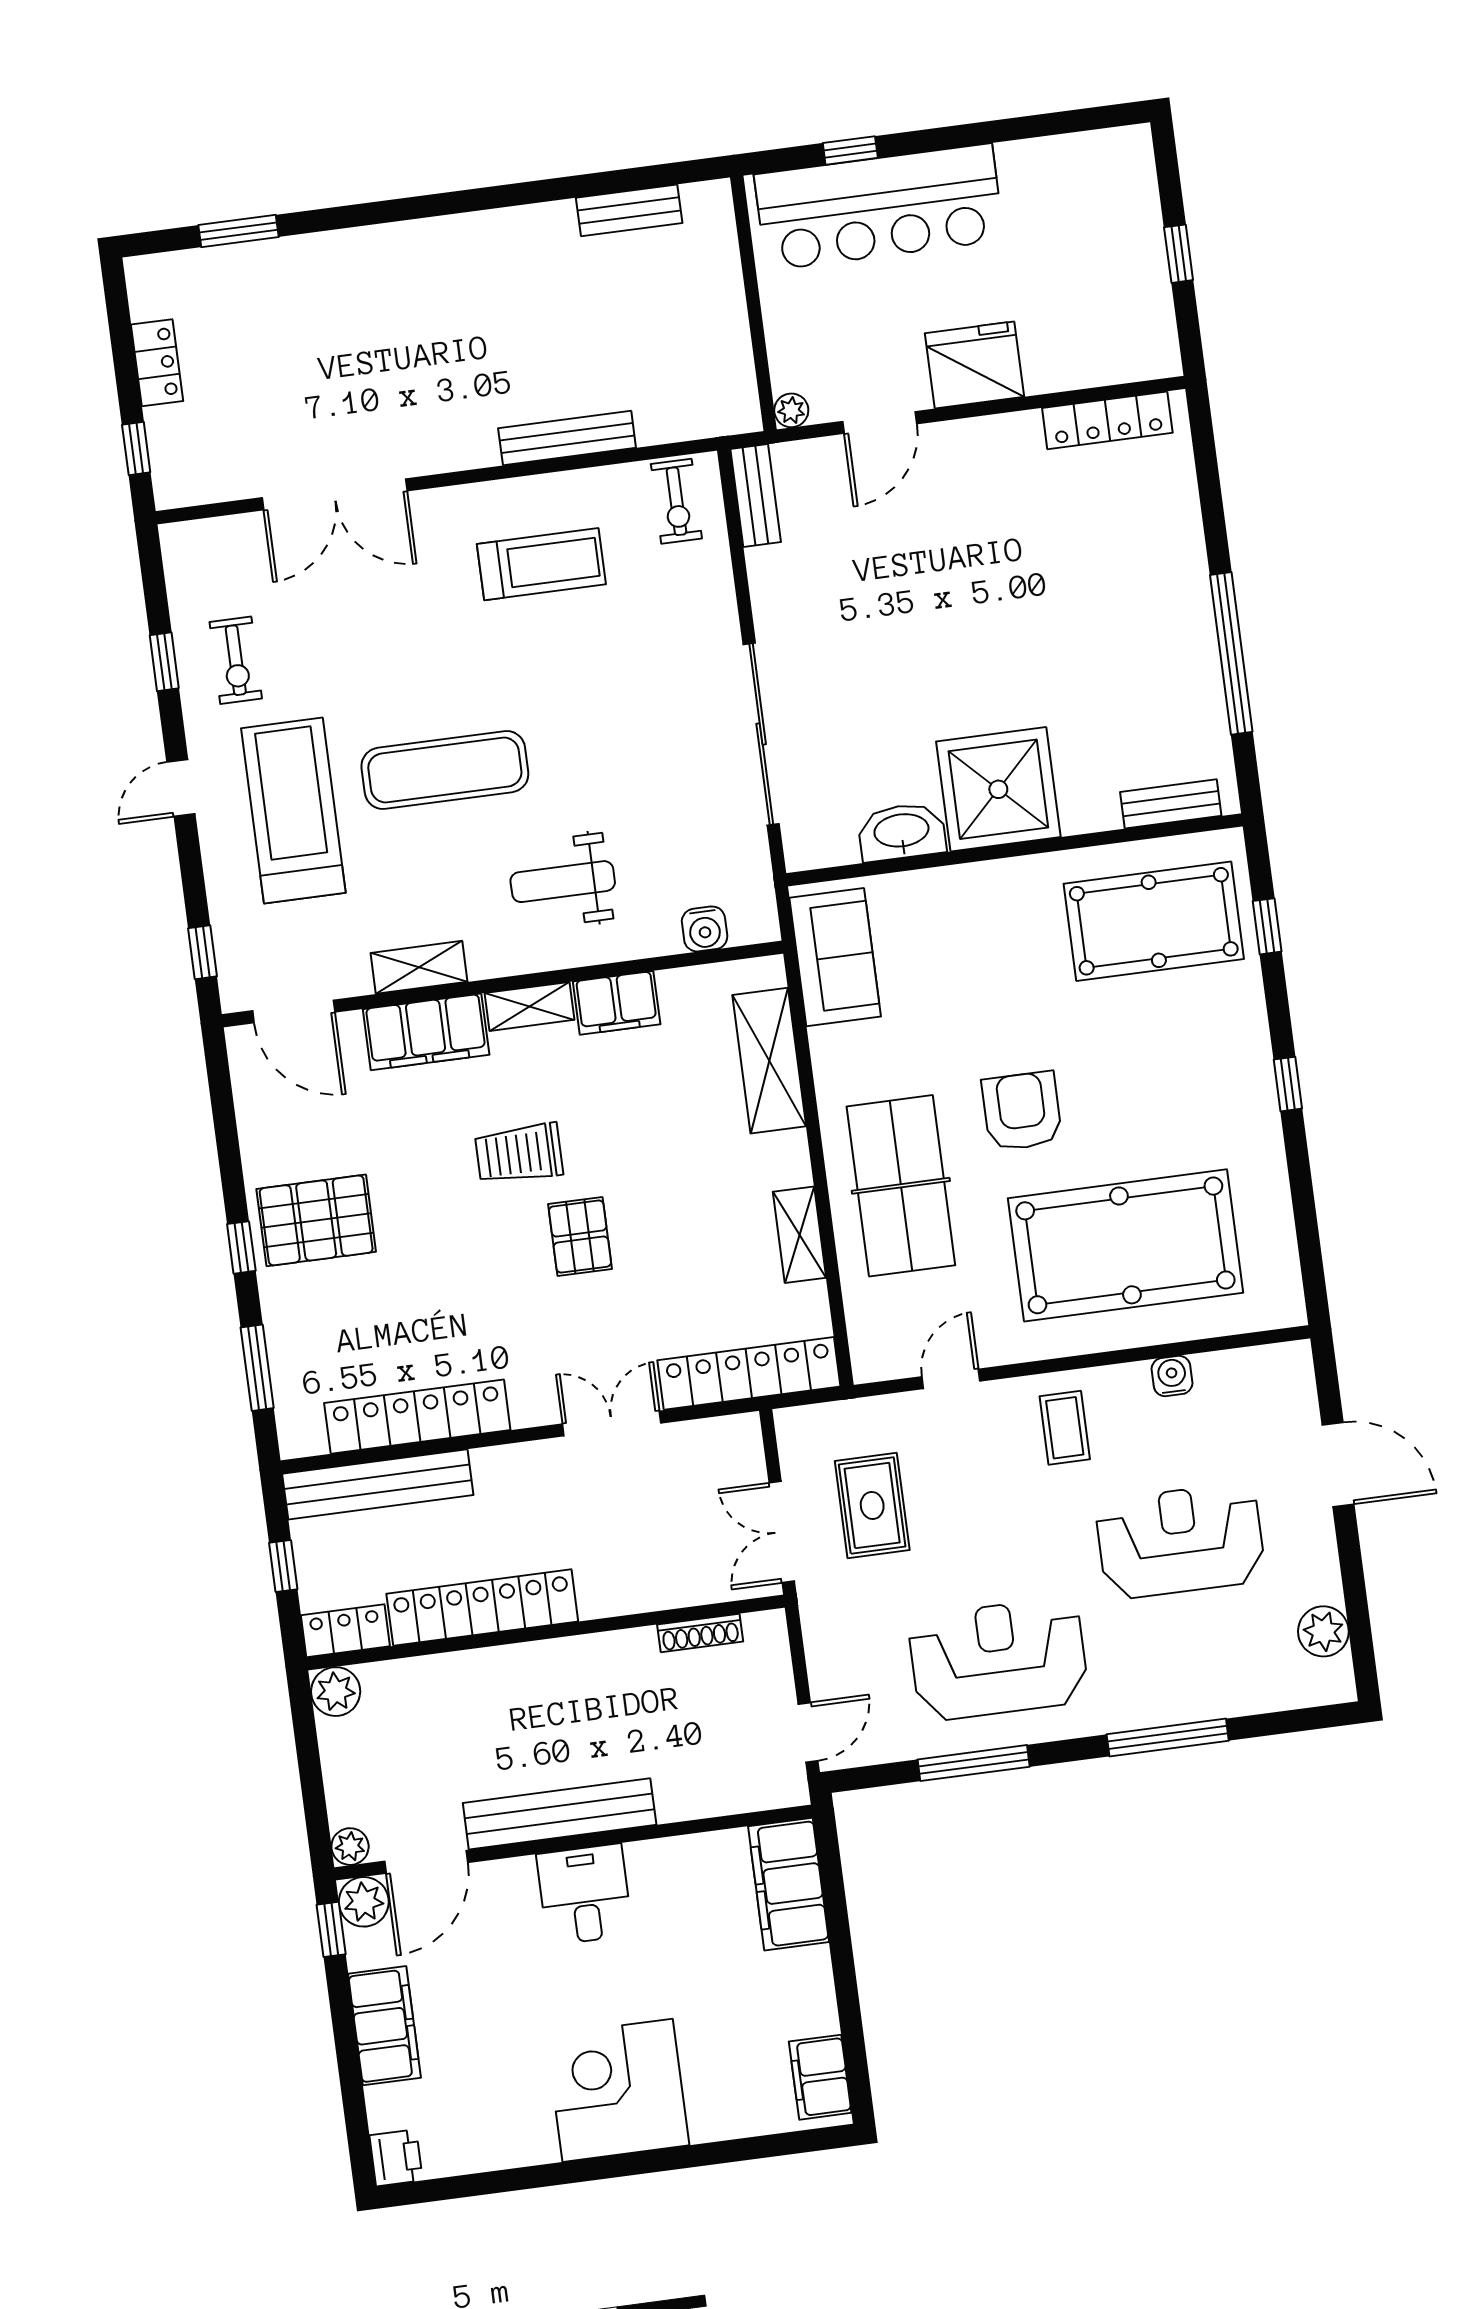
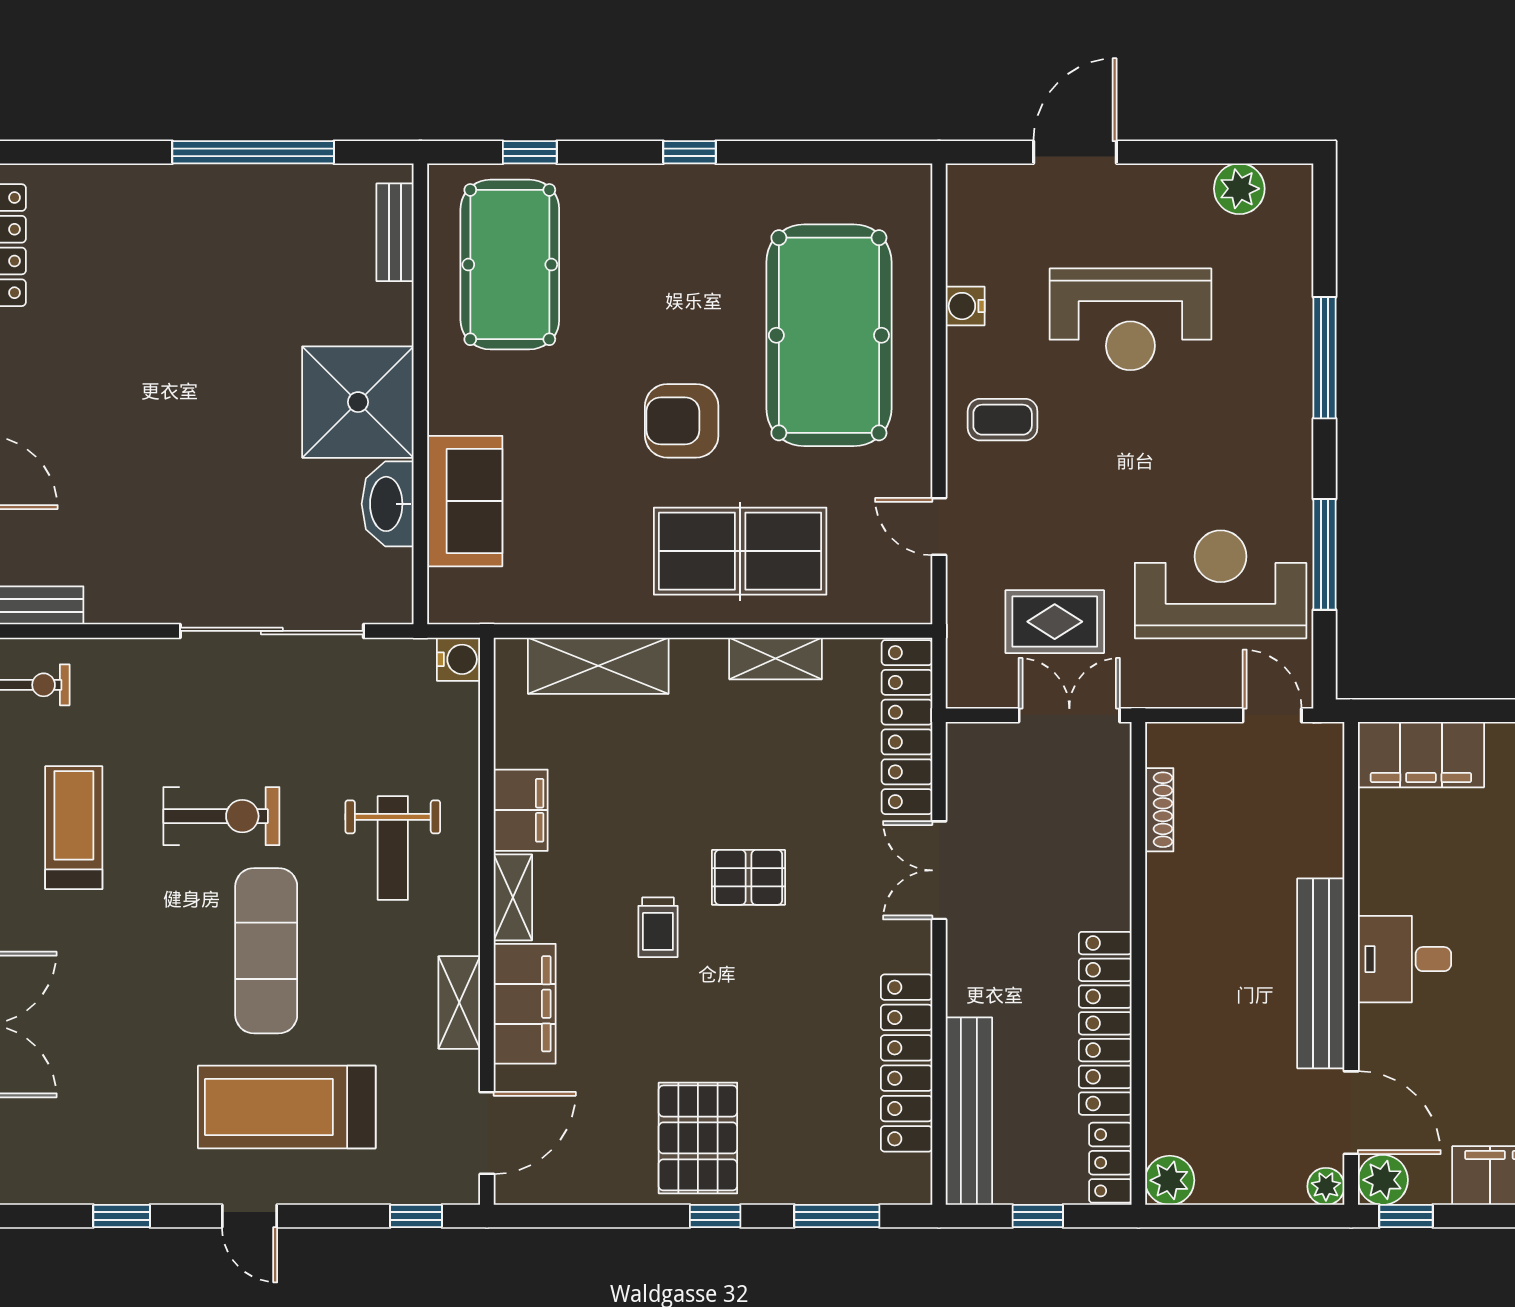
exercise bike: (236, 660) -> (221, 816), moved, width x1.38, depth x1.39
water cooler: (705, 929) -> (459, 659), moved
sofa: (835, 957) -> (465, 501), moved, turned 90
trolley: (519, 1154) -> (658, 927), width x0.73, depth x0.72
double door: (782, 1532) -> (1069, 715), swing flipped
reception desk: (1180, 1541) -> (1130, 319), turned -90
reception desk: (998, 1659) -> (1221, 584), moved, turned 90

